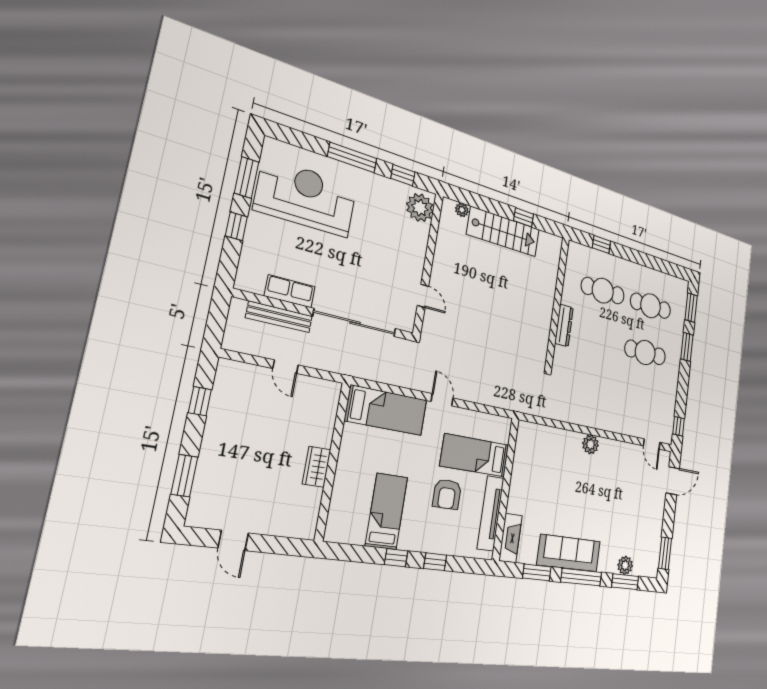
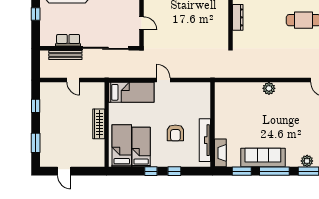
bed: (475, 455) -> (122, 146), moved, turned 90
wardrobe: (317, 467) -> (99, 124), width x1.50

